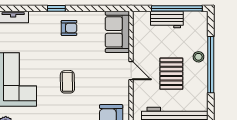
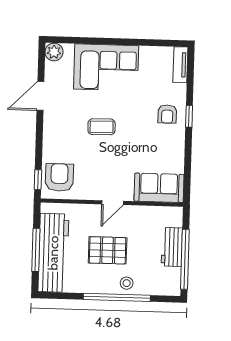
armchair: (69, 28) -> (167, 114), moved

